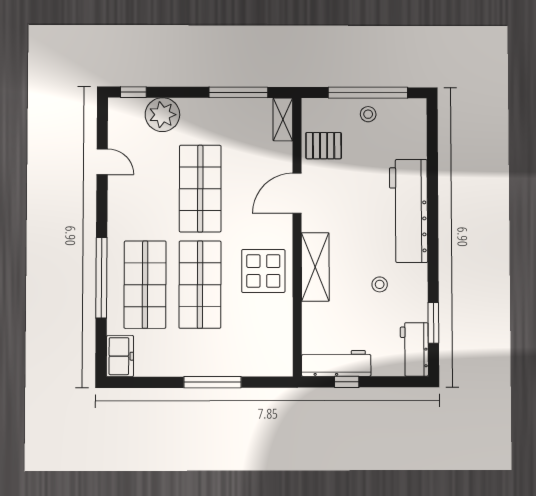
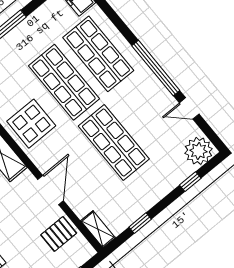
window: (133, 92) -> (190, 182), moved
window: (238, 92) -> (140, 223), width x0.46
plant: (162, 115) -> (198, 151), moved
window: (101, 278) -> (156, 68), moved

